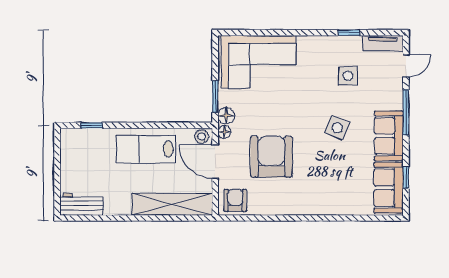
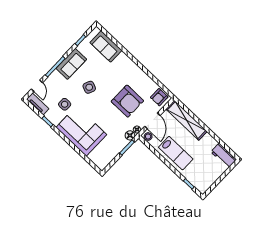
corner sofa: (258, 62) -> (81, 131), moved
door: (406, 66) -> (37, 86), swing flipped
armchair: (271, 157) -> (127, 101), turned -90
sofa: (388, 188) -> (106, 46), moved, turned 90

